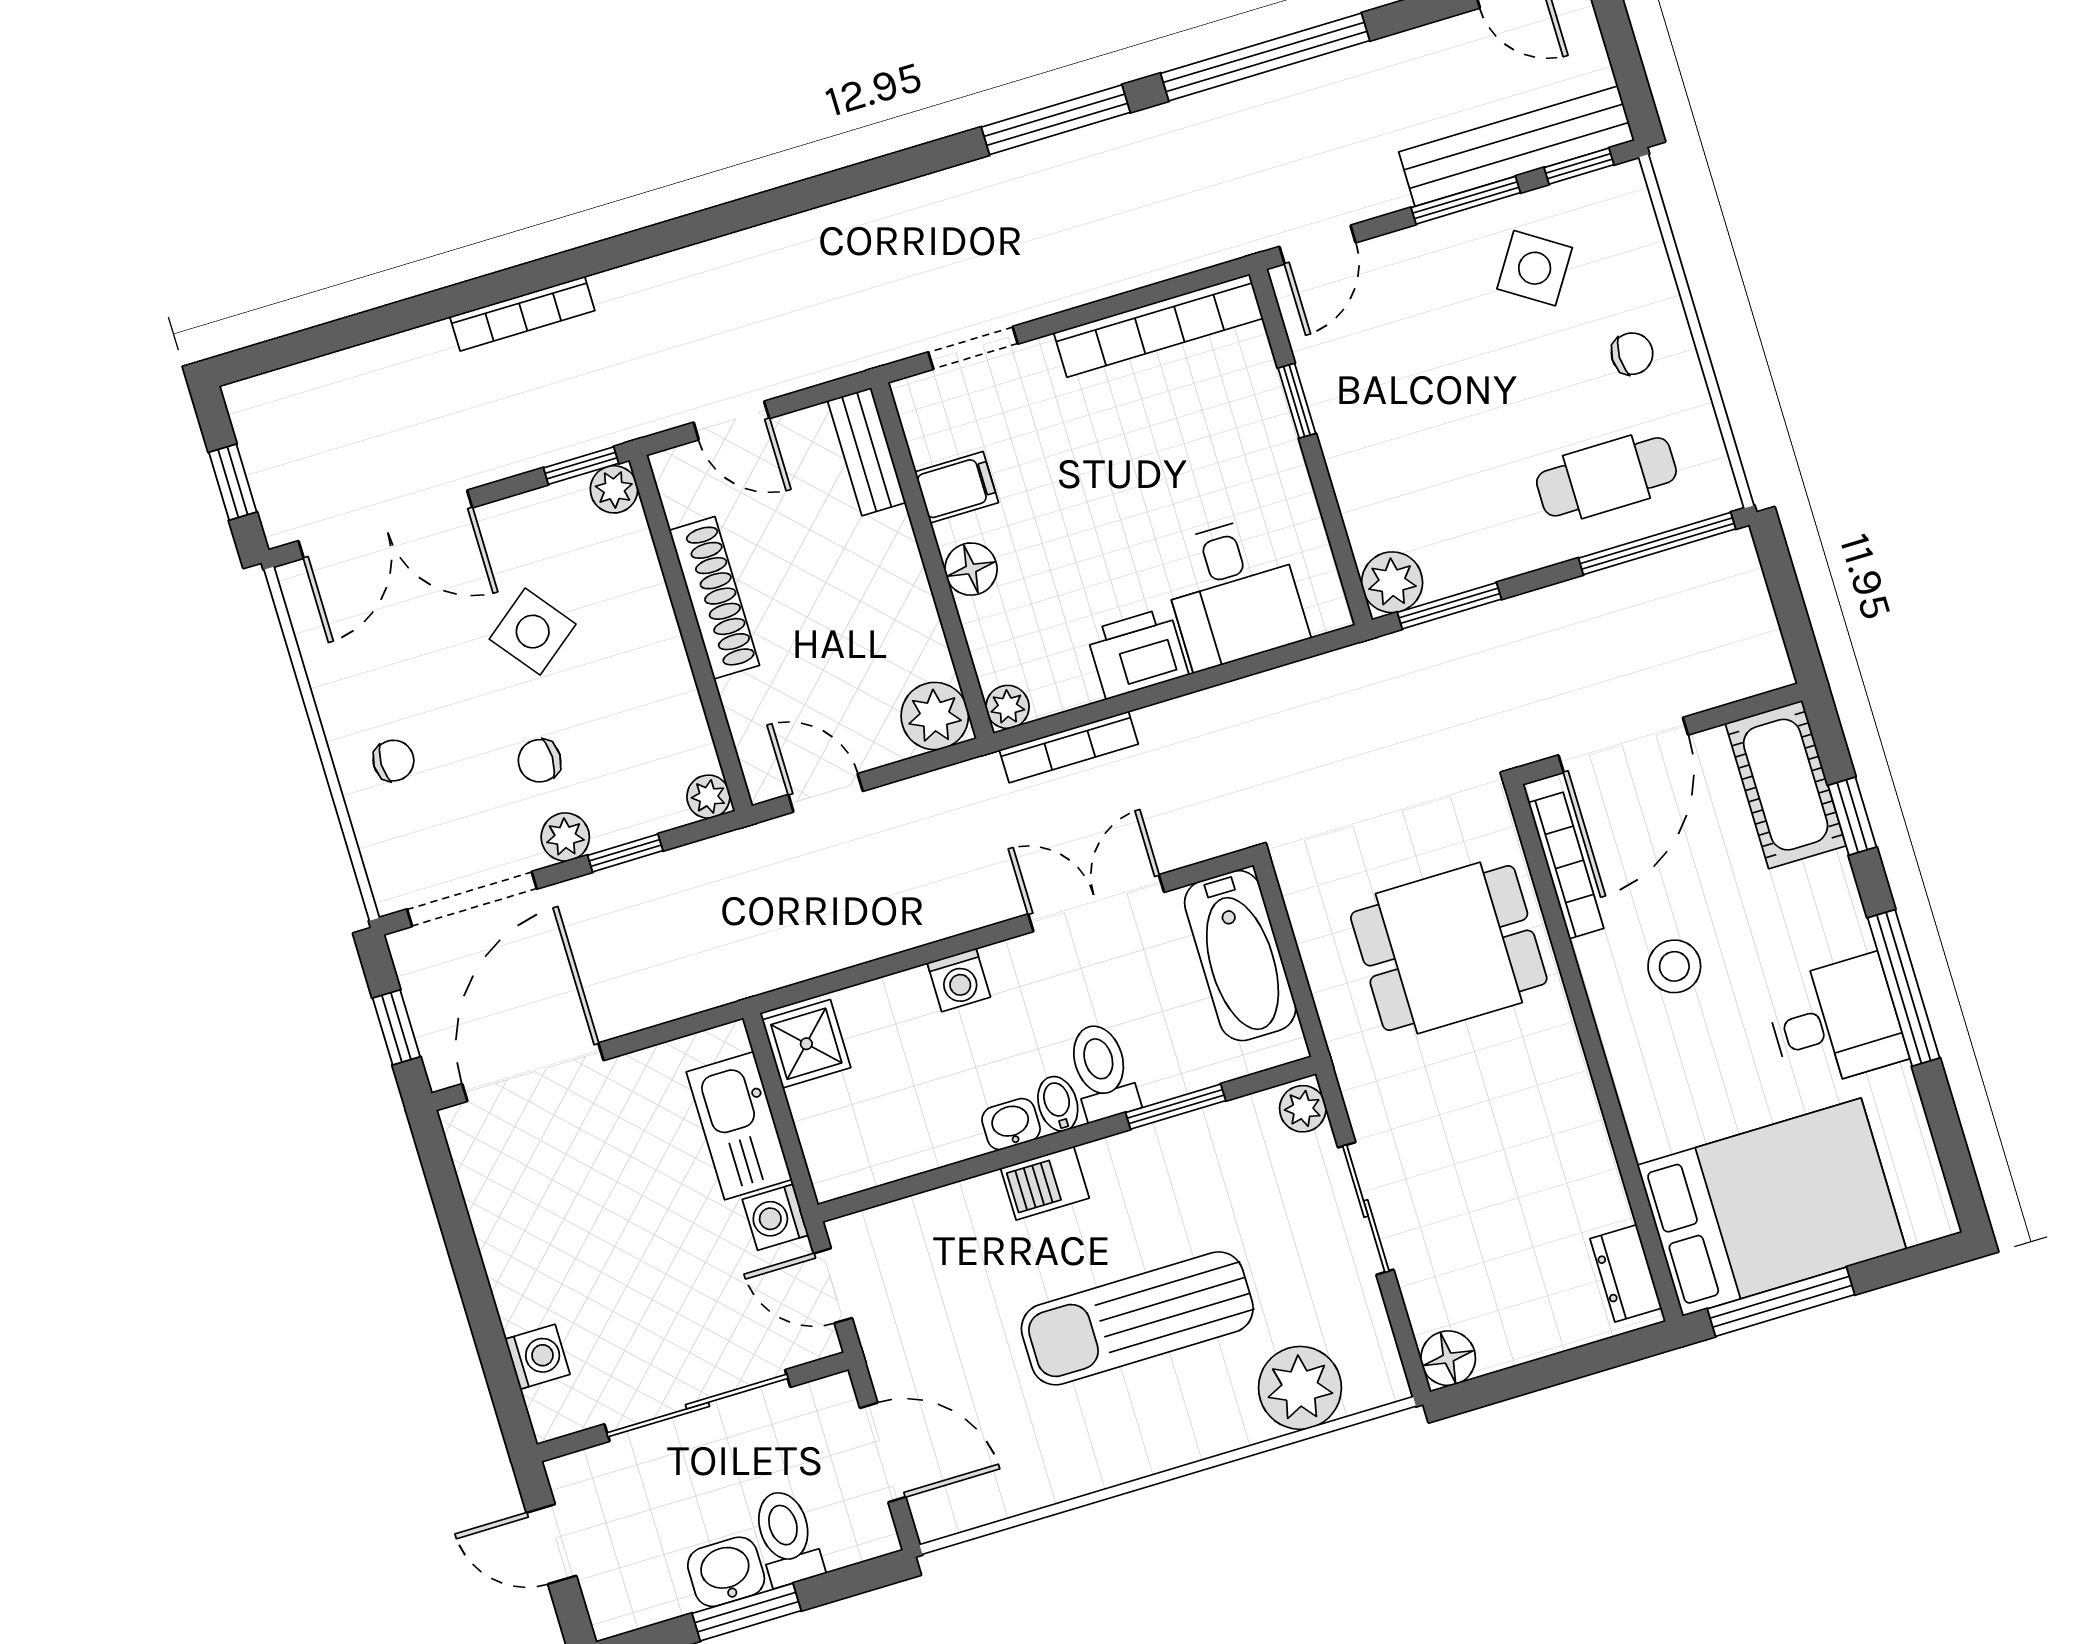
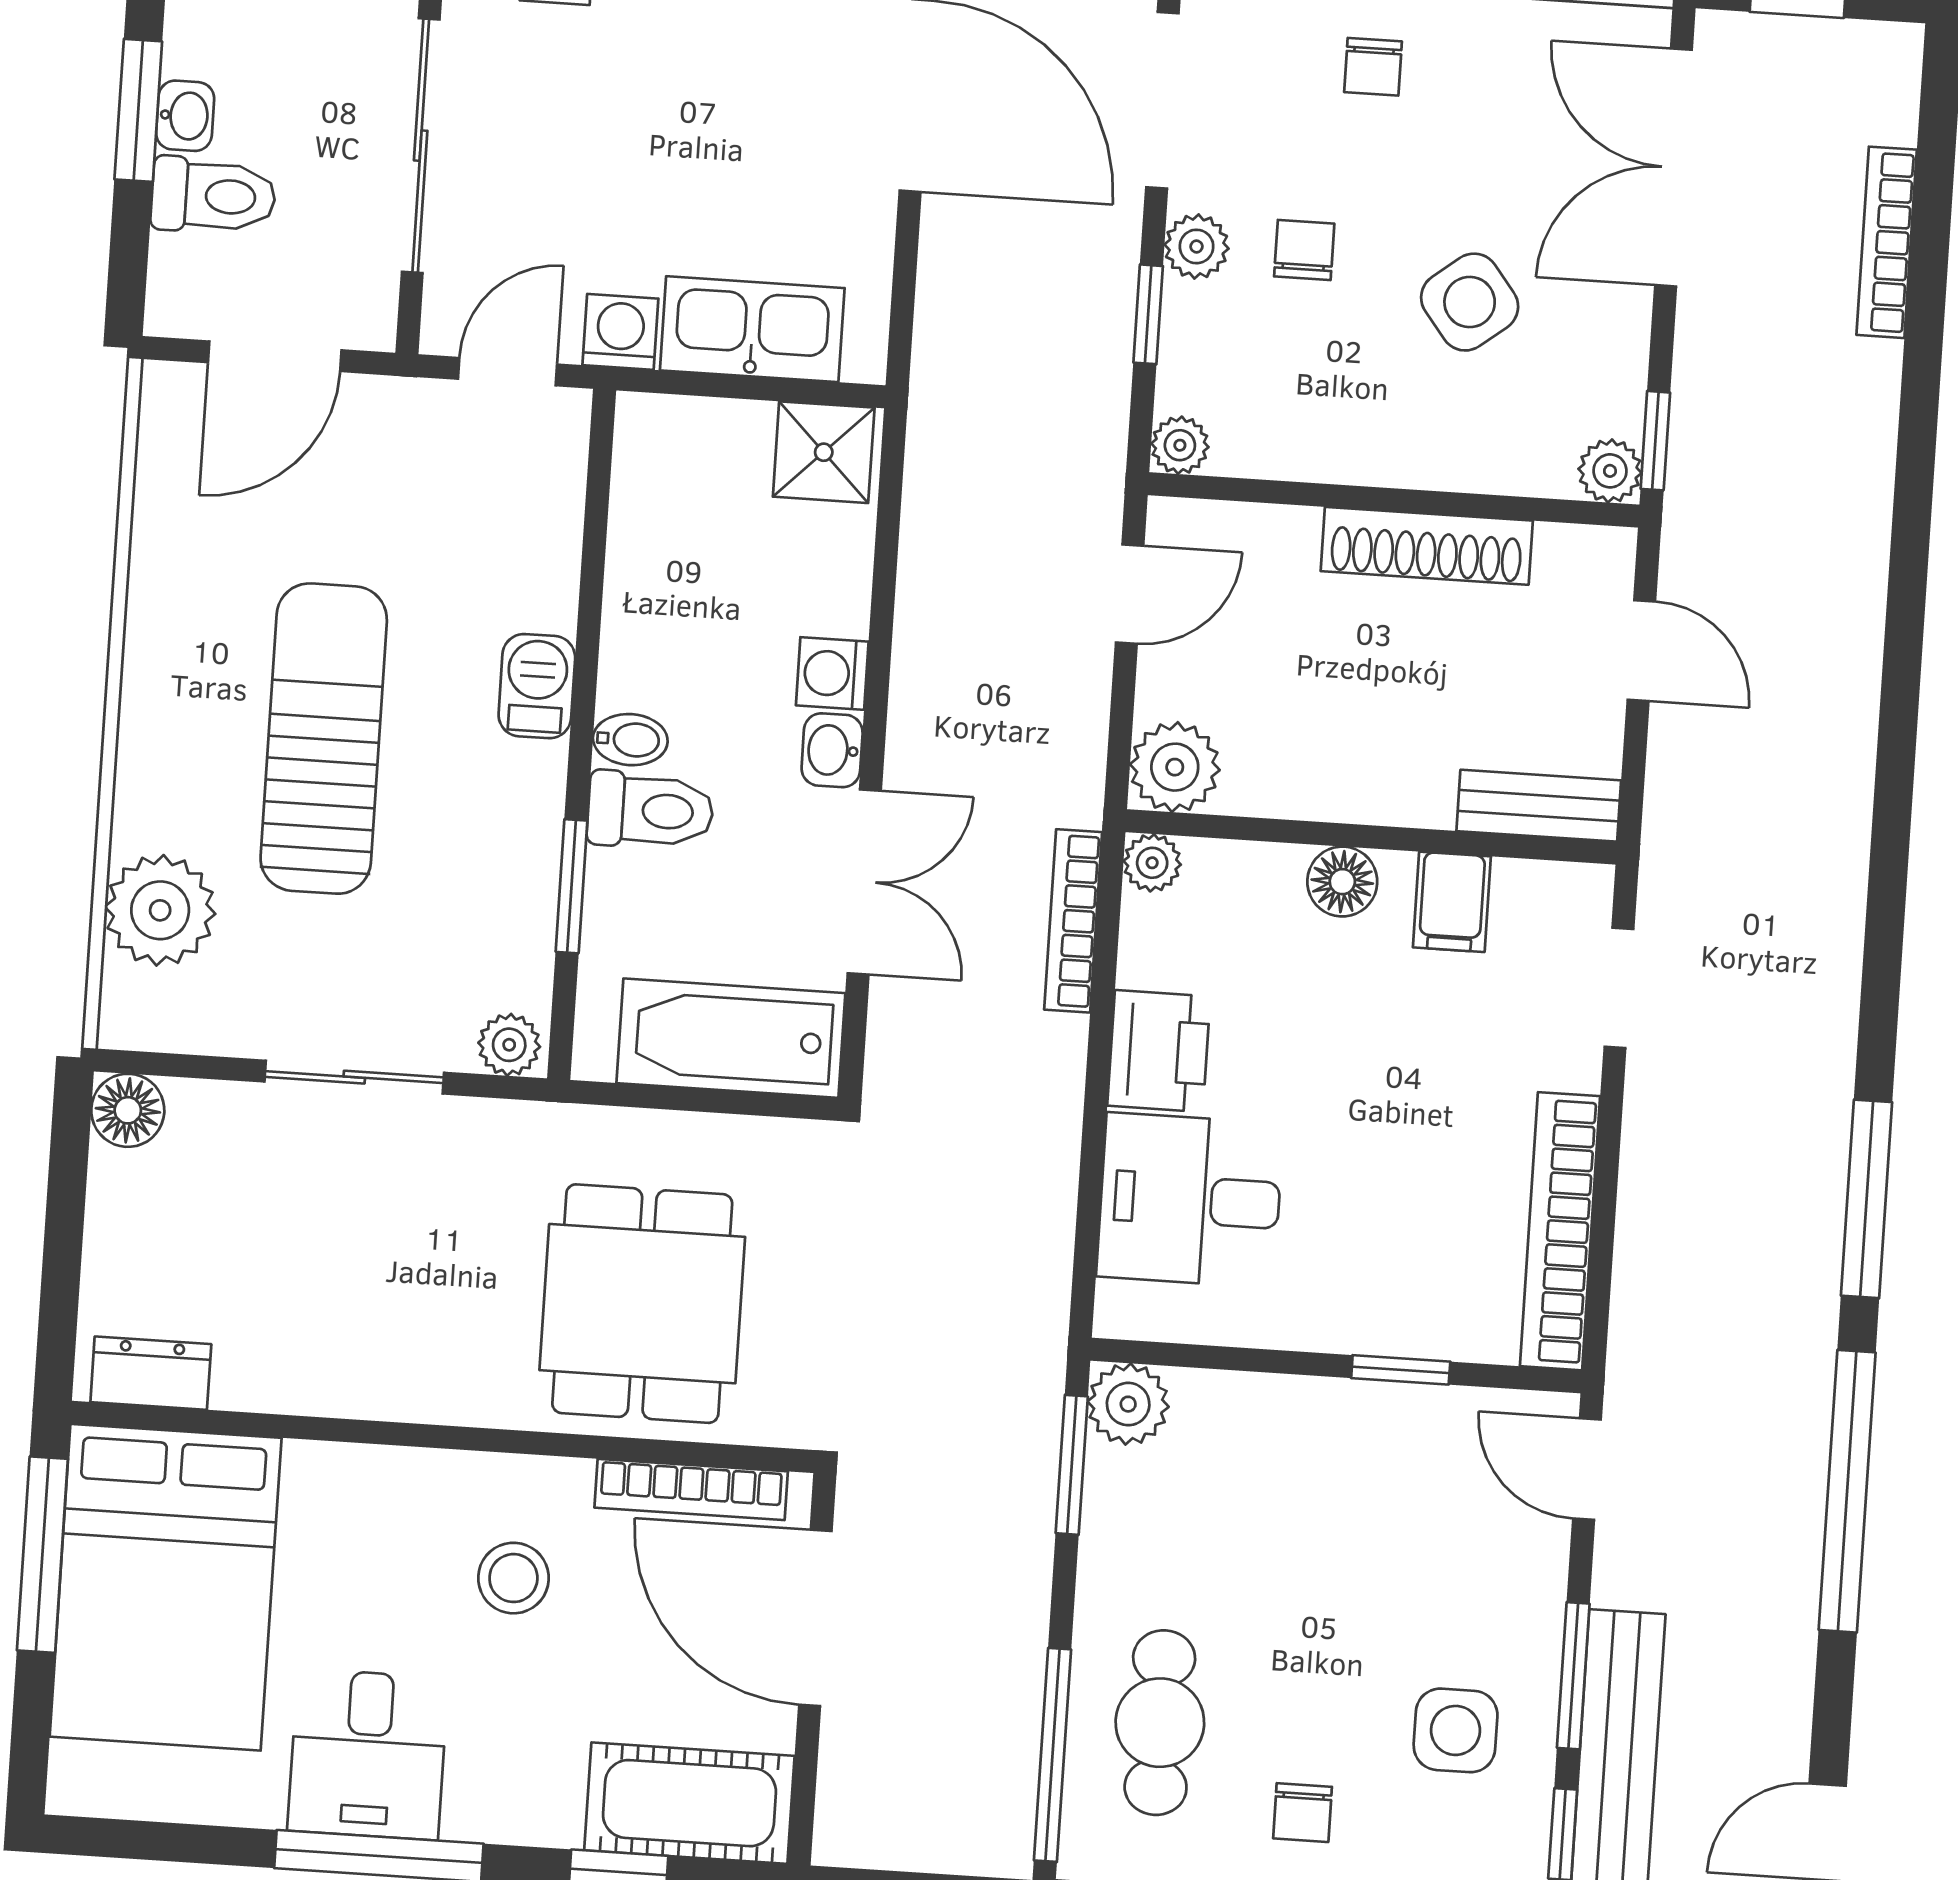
side table: (1535, 268) -> (1456, 1730), turned -33
bookcase: (522, 314) -> (1887, 242), moved
door: (731, 420) -> (1641, 651), swing flipped
washbasin: (1011, 1124) -> (832, 750), moved, turned 180
washbasin: (726, 1572) -> (185, 116), width x0.72, depth x0.69

